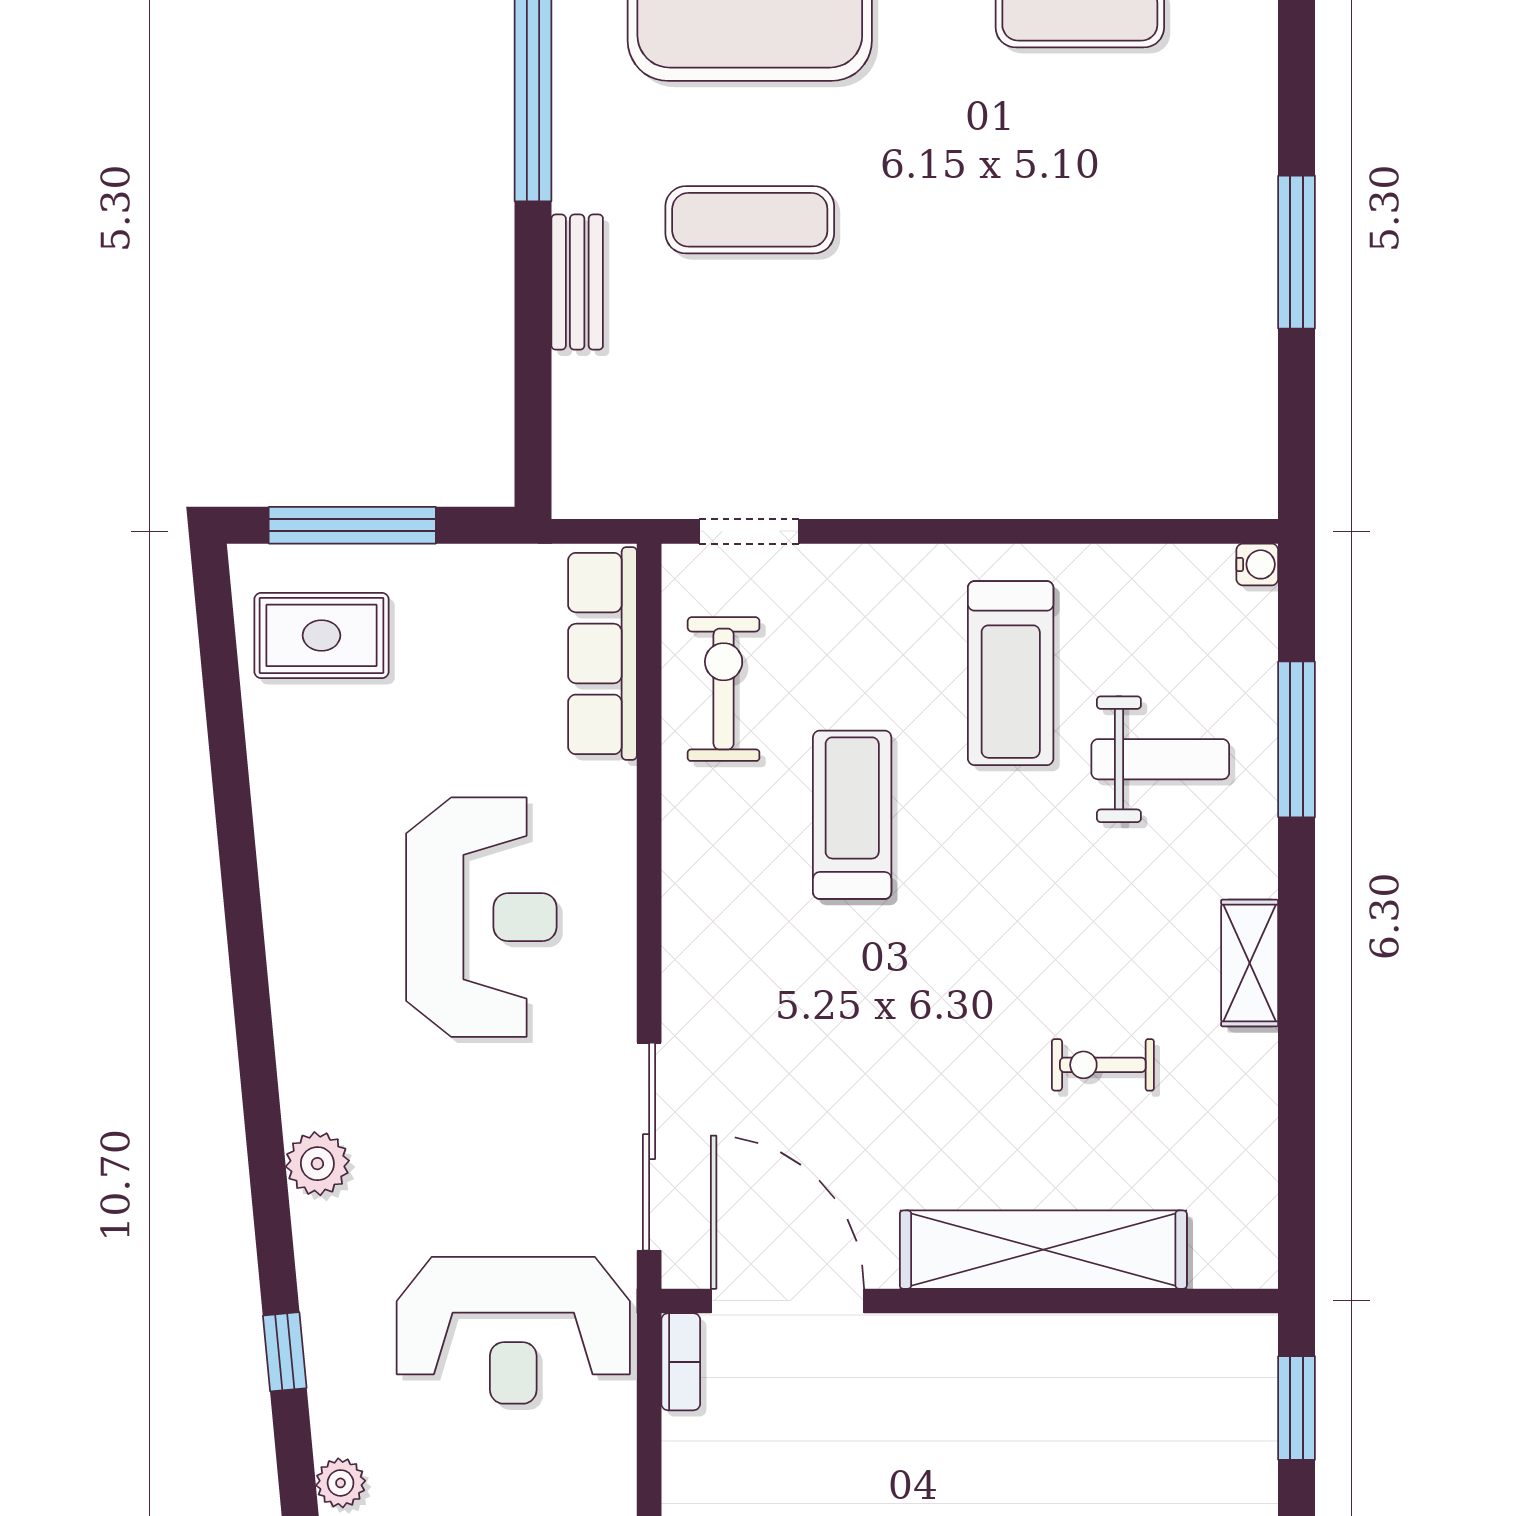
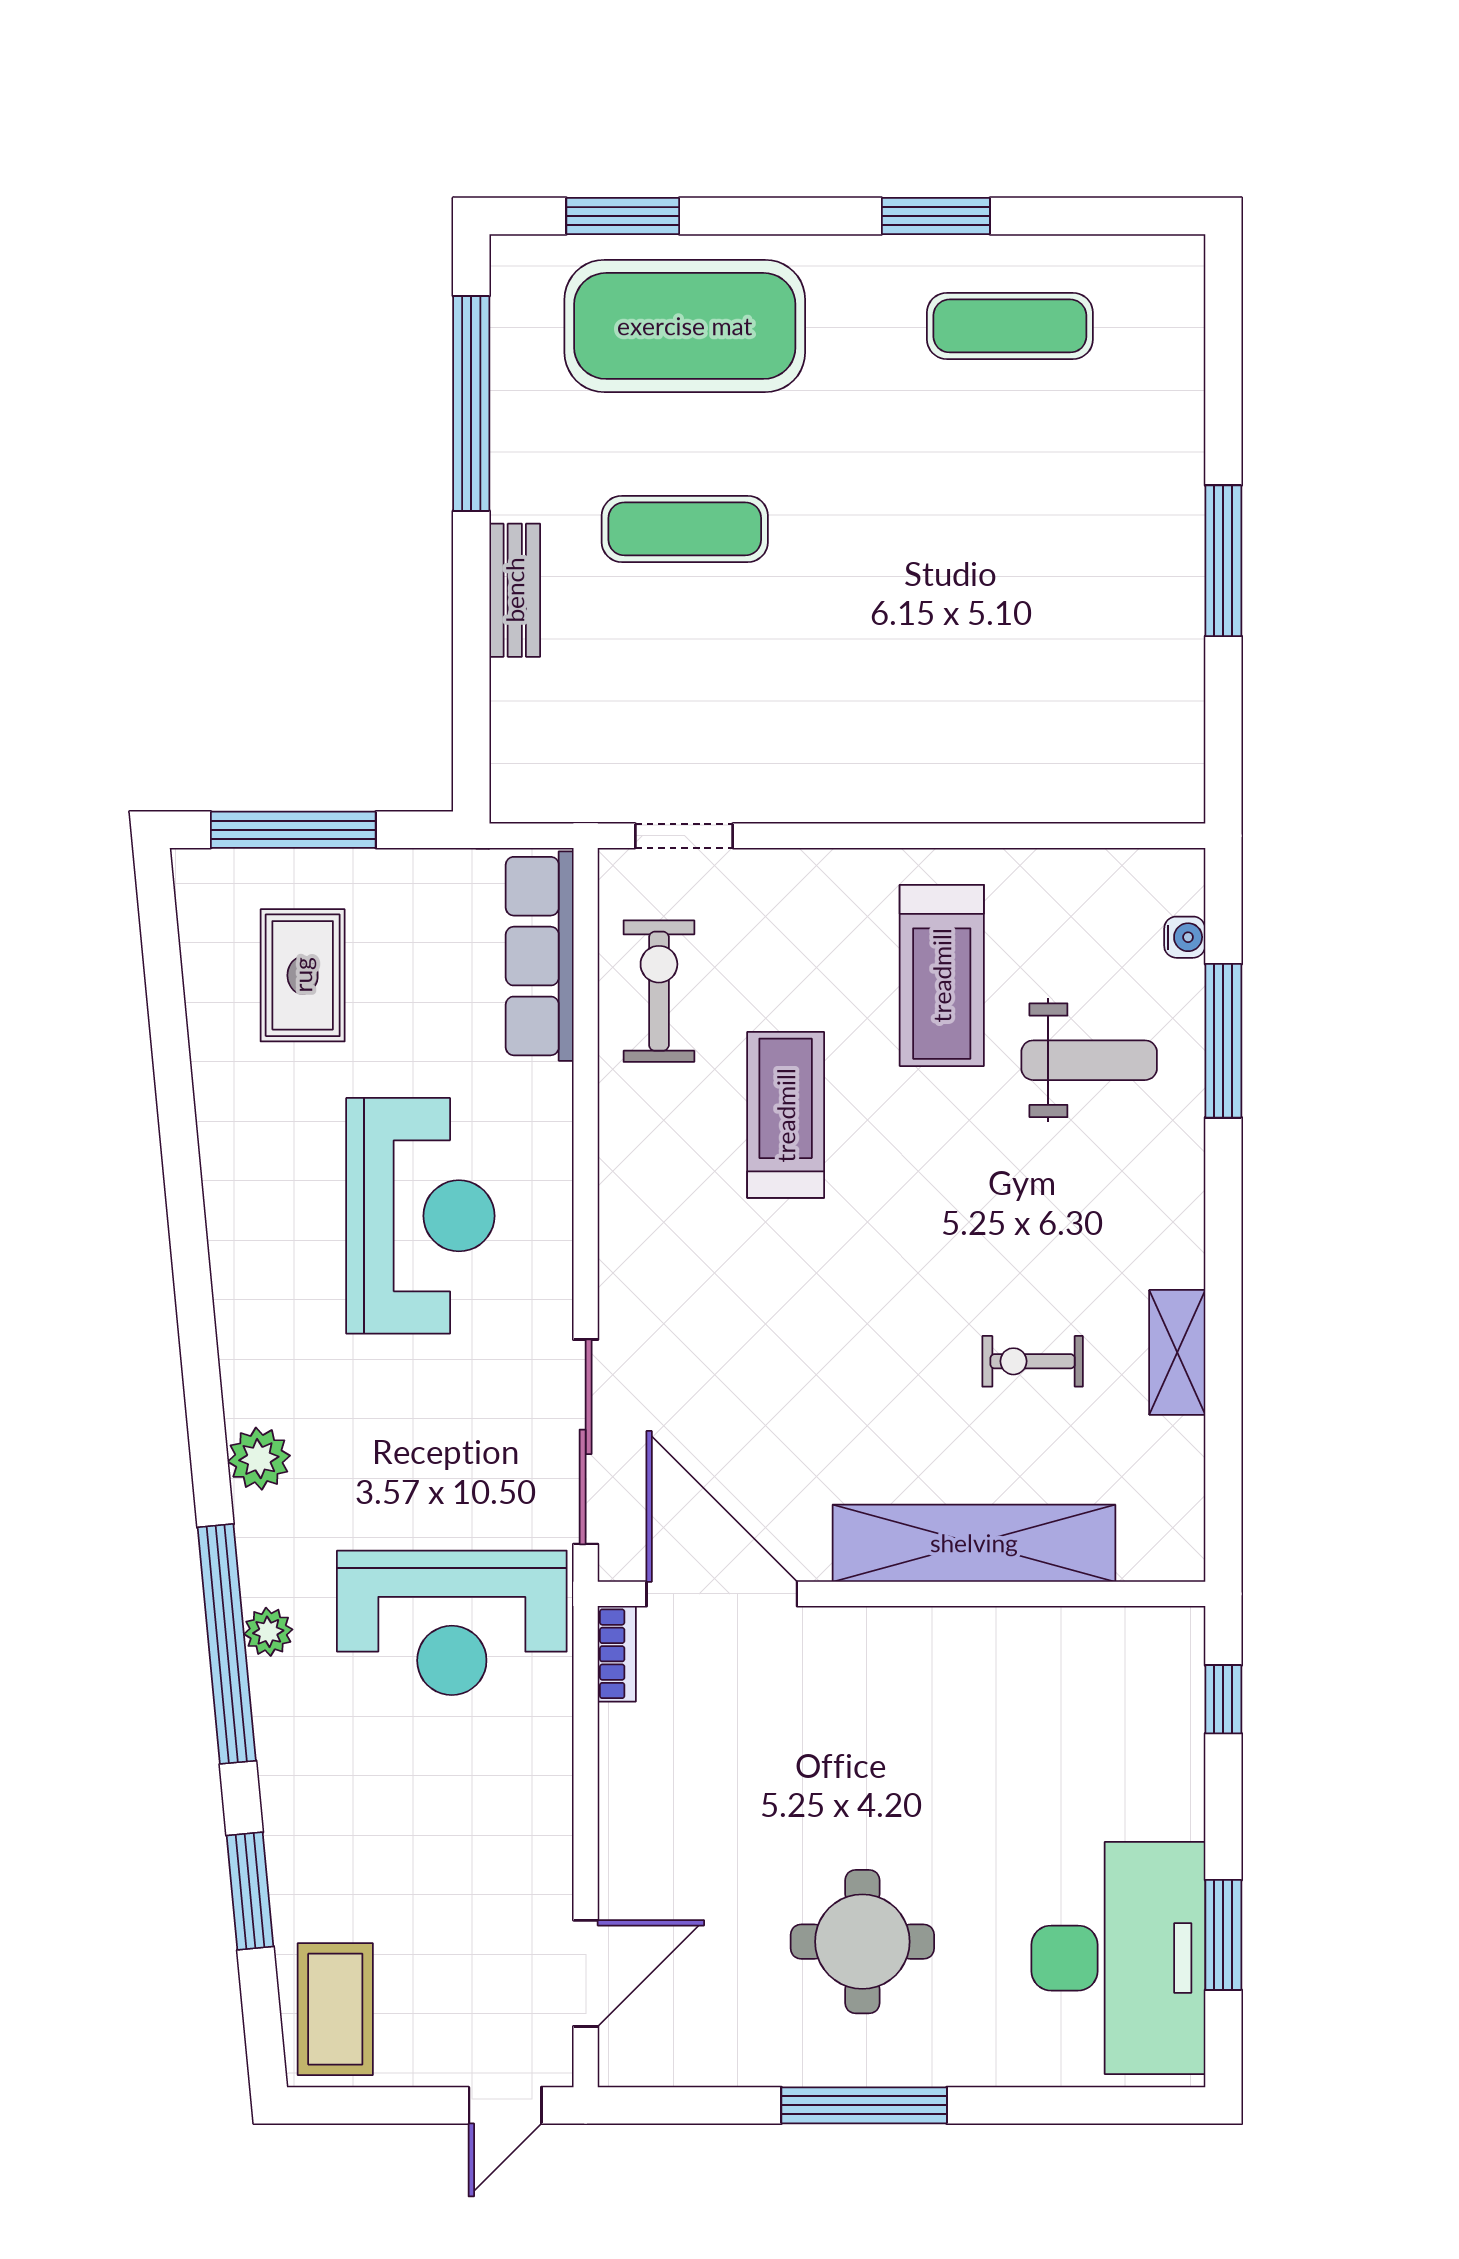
water cooler: (1257, 564) -> (1185, 937), moved
rug: (321, 635) -> (303, 975), moved, turned 90
shelving: (1250, 963) -> (1177, 1352), moved
window: (285, 1352) -> (227, 1644), width x3.17
window: (1297, 1408) -> (1223, 1699), width x0.67
plant: (341, 1483) -> (268, 1632), moved

